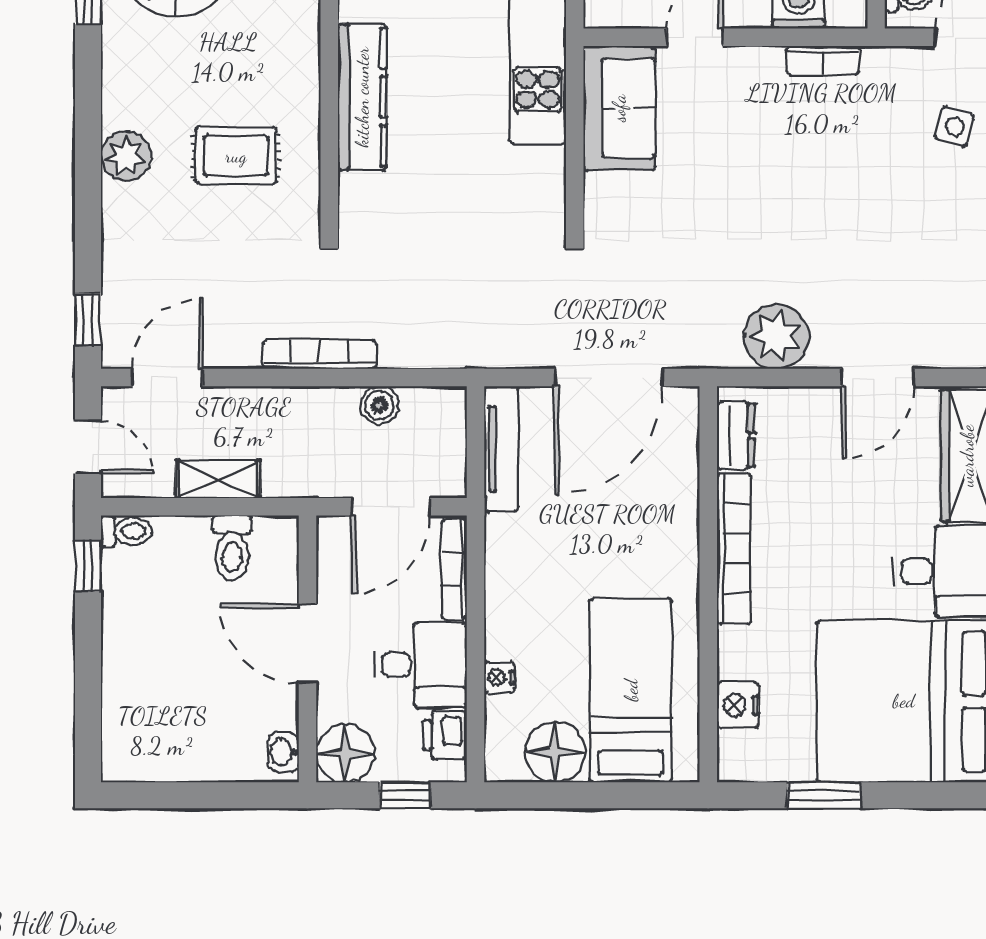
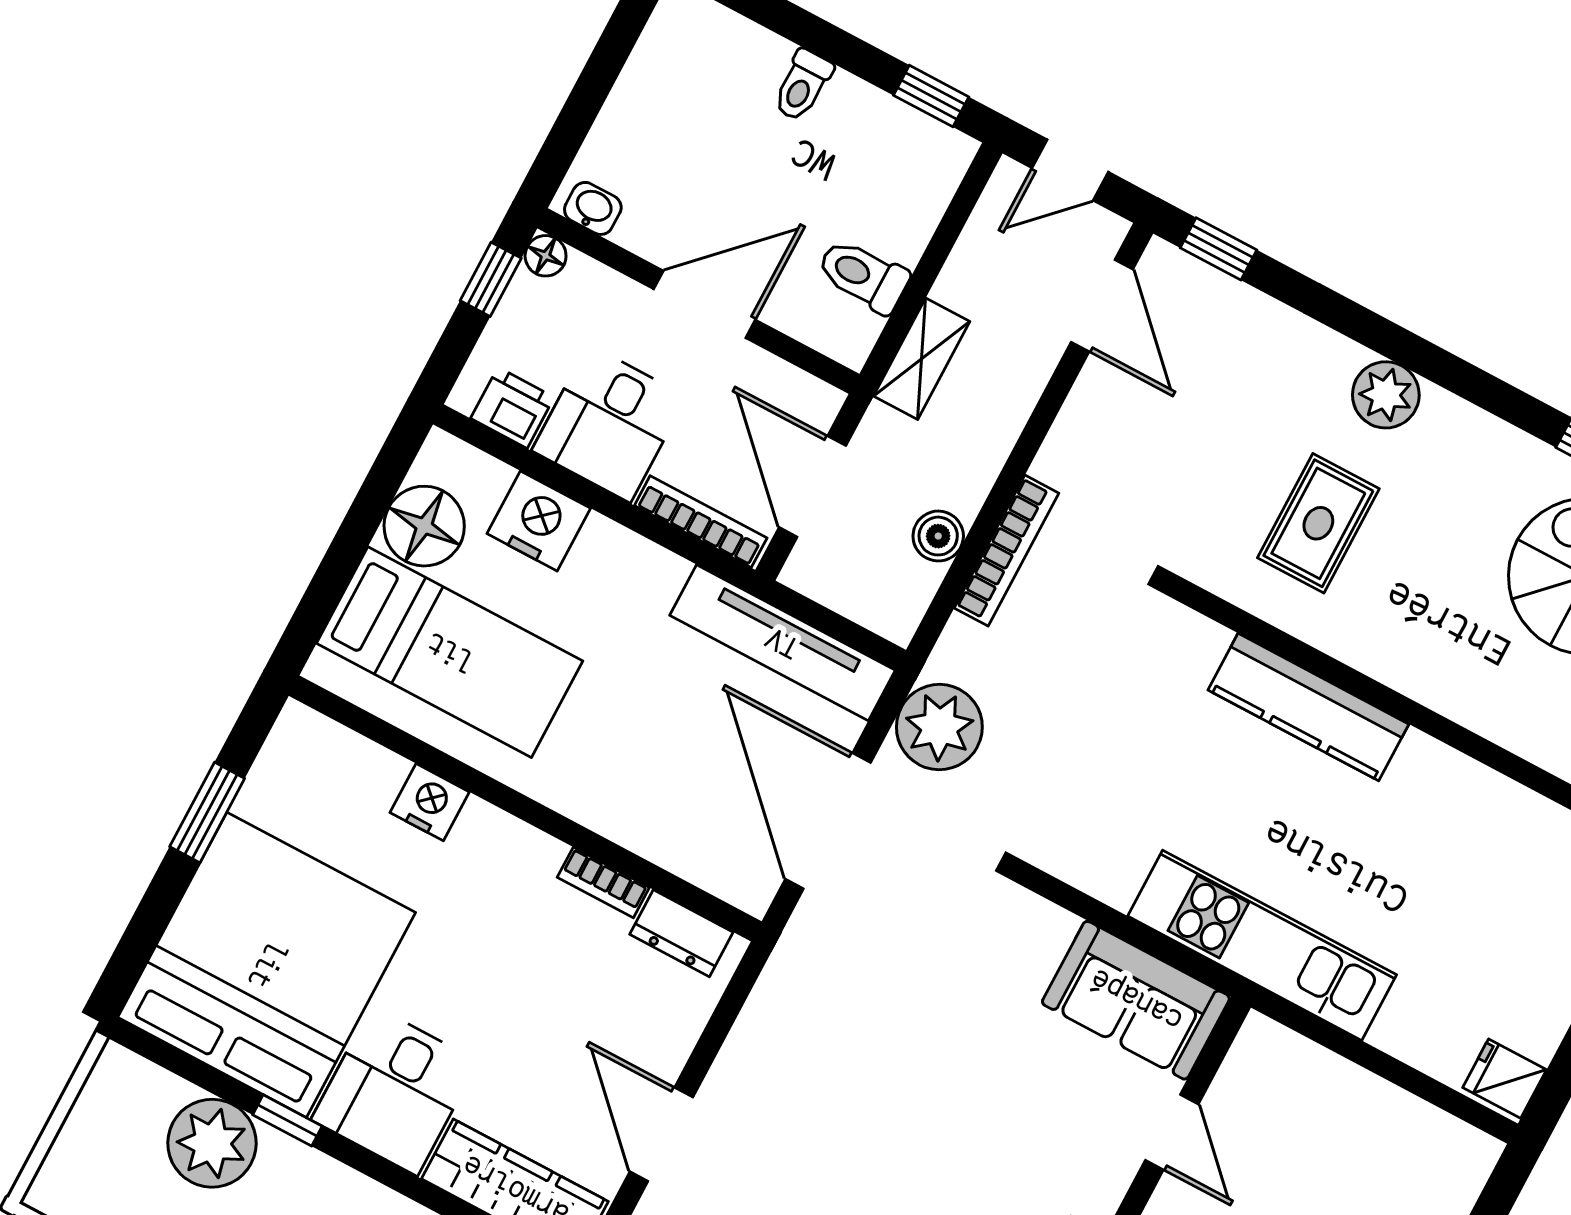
plant: (776, 336) -> (939, 727), moved
bookcase: (320, 354) -> (1007, 551), moved
tv unit: (501, 449) -> (782, 643), width x1.36, depth x1.29
shelving: (218, 479) -> (922, 359), moved
toilet: (126, 531) -> (802, 85), moved
bookcase: (734, 549) -> (603, 882), width x0.43, depth x0.76
nightstand: (499, 677) -> (539, 521), width x1.89, depth x1.79
nightstand: (738, 705) -> (430, 802), moved
floor lamp: (345, 753) -> (546, 256), width x0.53, depth x0.53
window: (405, 795) -> (491, 279), moved

